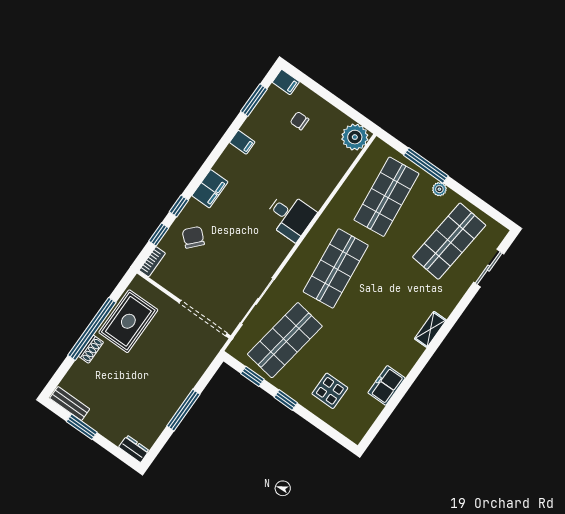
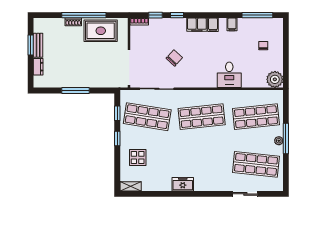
filing cabinet: (286, 82) -> (213, 25), moved
window: (254, 100) -> (257, 15), width x1.44
window: (426, 165) -> (286, 139), moved
desk: (290, 216) -> (229, 75), moved
chair: (193, 237) -> (174, 58), moved
sliding door: (489, 268) -> (245, 194), moved
shelving: (430, 329) -> (131, 186), moved
freezer: (386, 385) -> (183, 184), moved
bench: (70, 404) -> (38, 45), moved
dresser: (134, 449) -> (38, 67), moved

